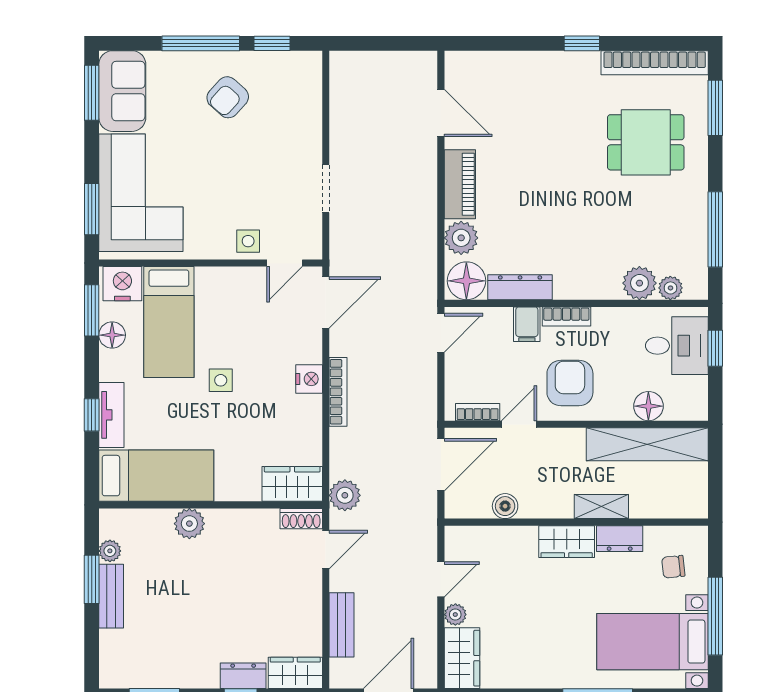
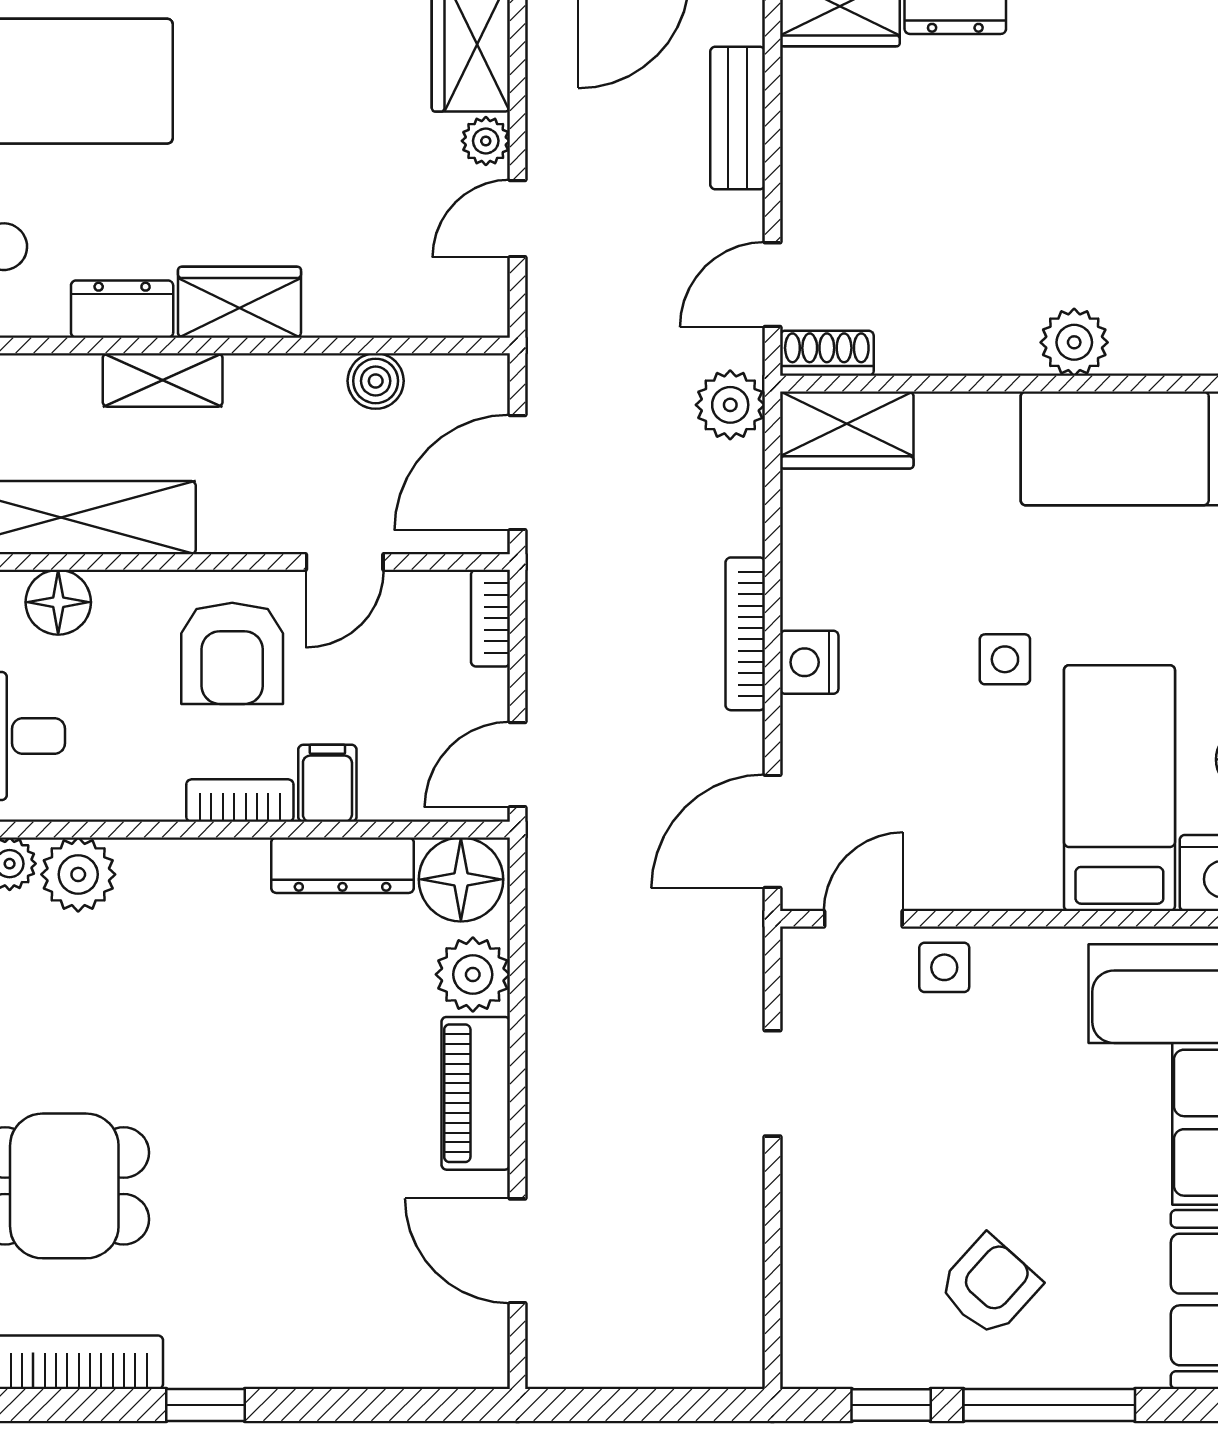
bookcase: (478, 412) -> (491, 618), moved, turned 90

